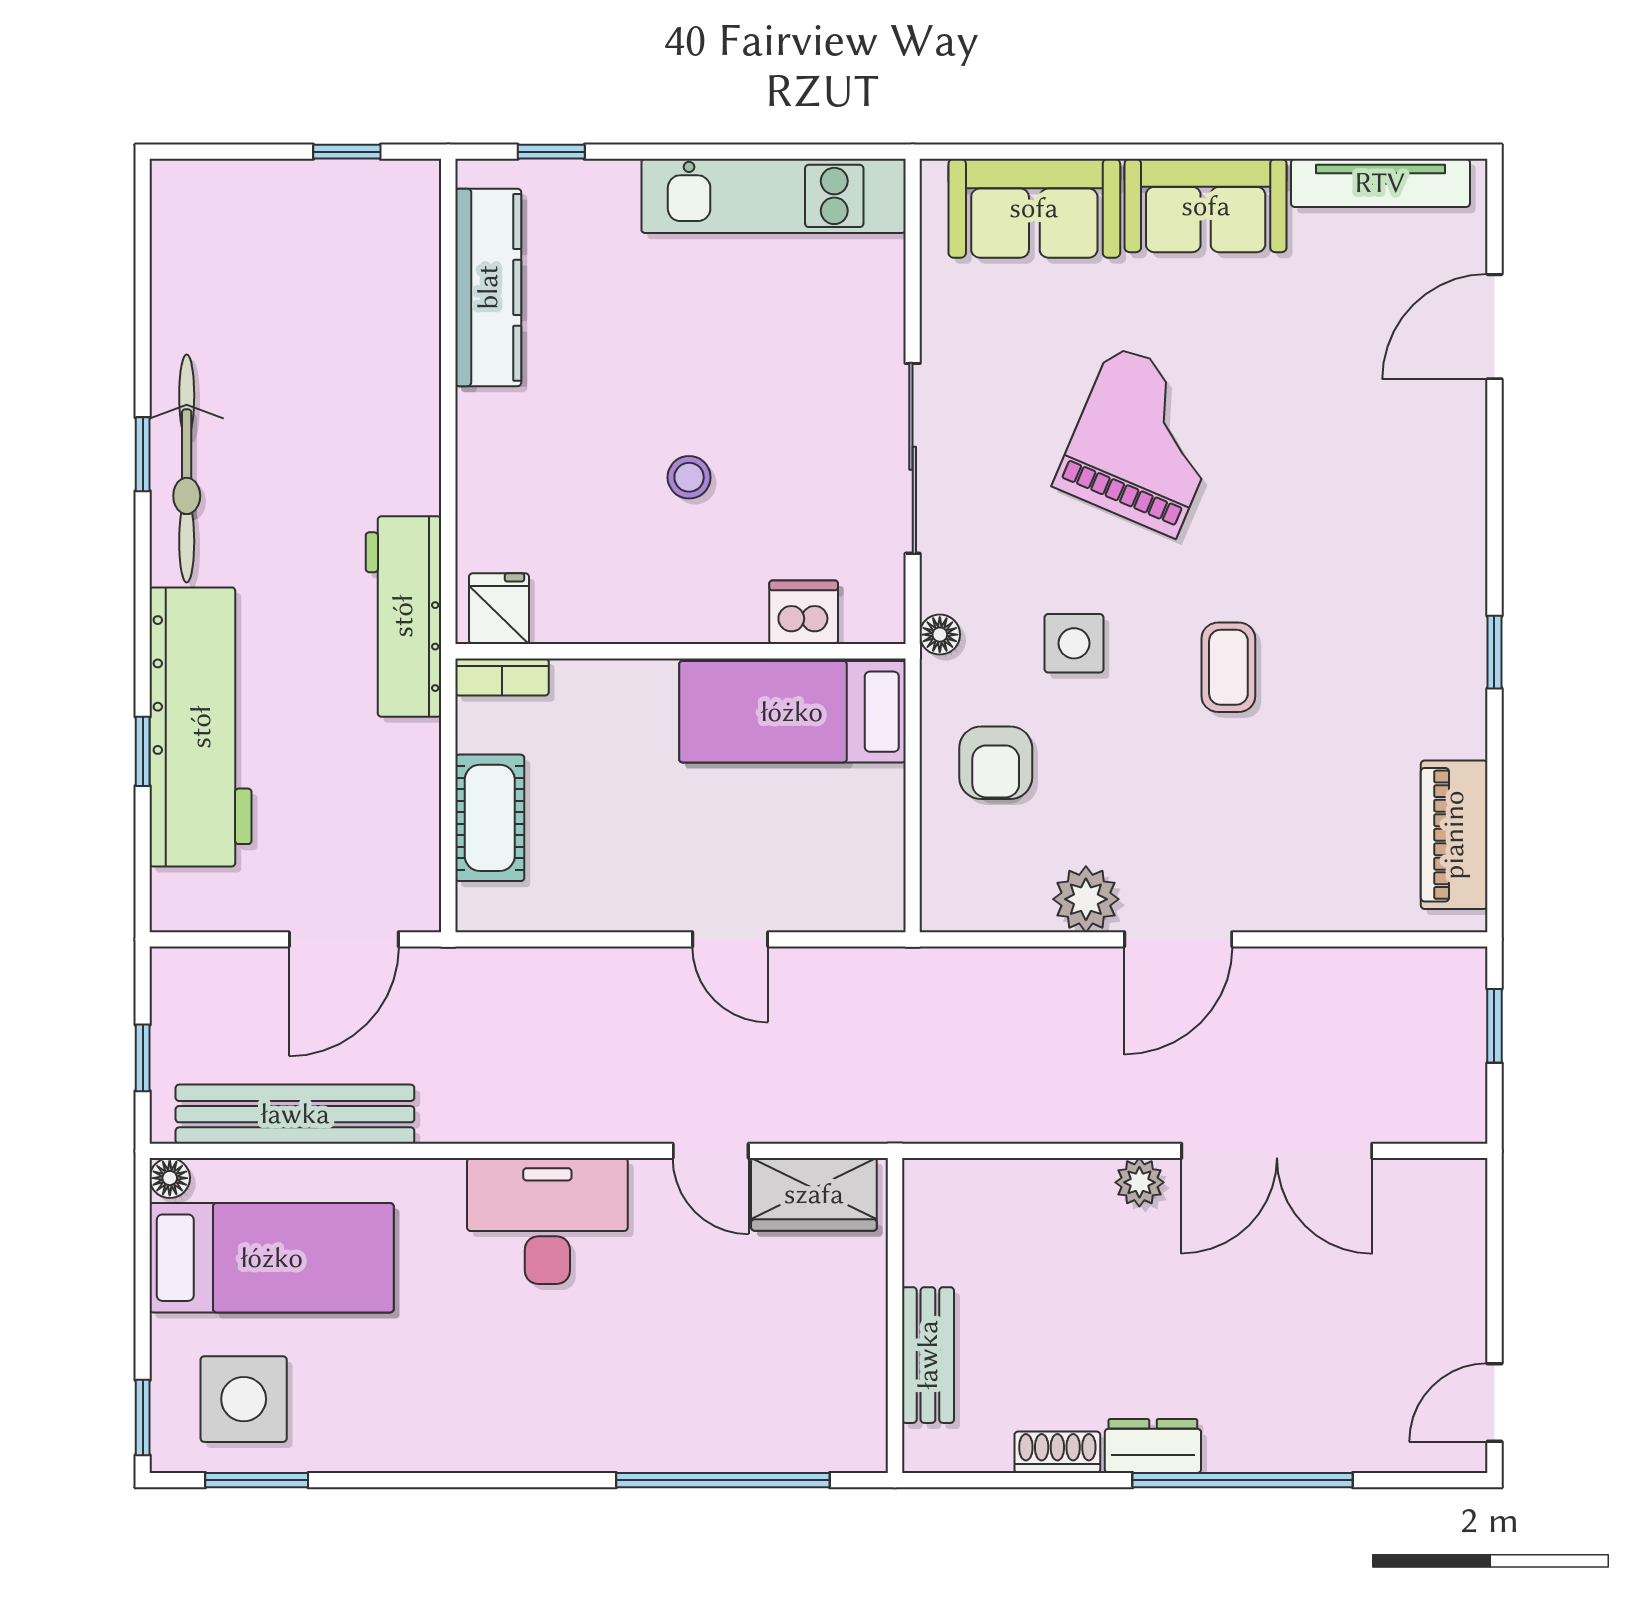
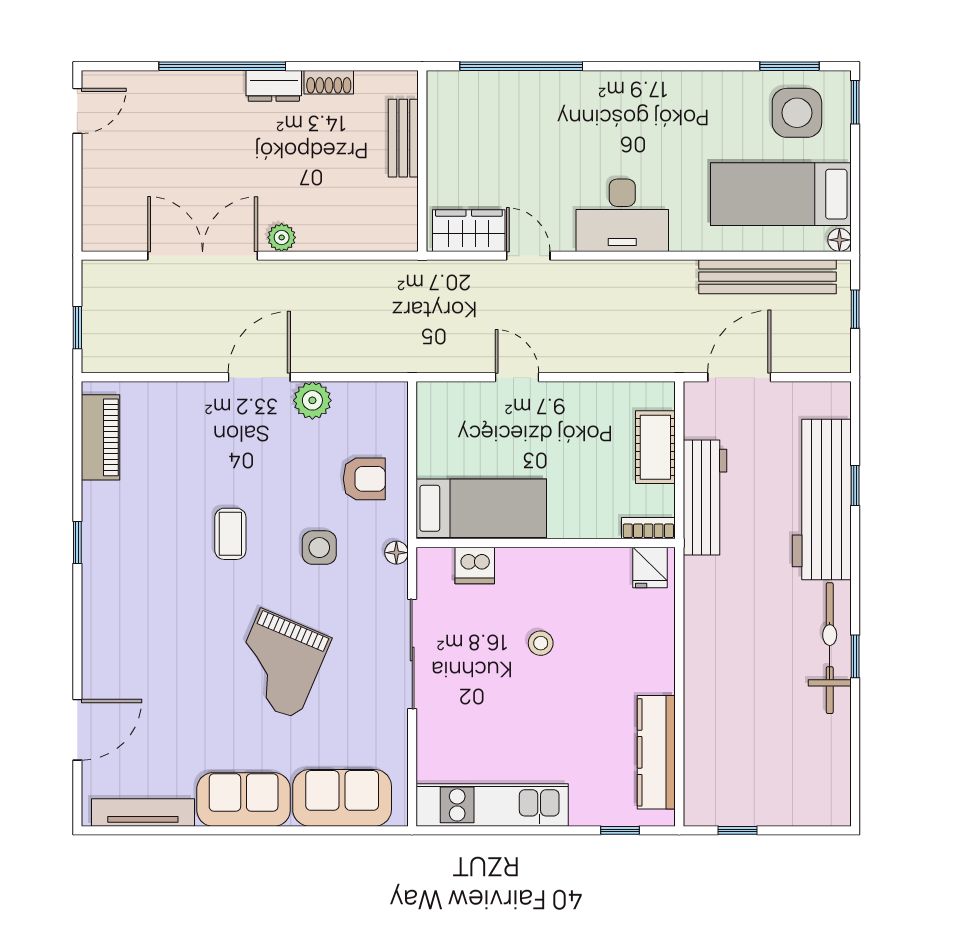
workbench: (403, 616) -> (705, 498), moved
armchair: (996, 763) -> (364, 479), turned 90

